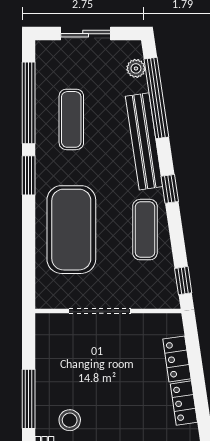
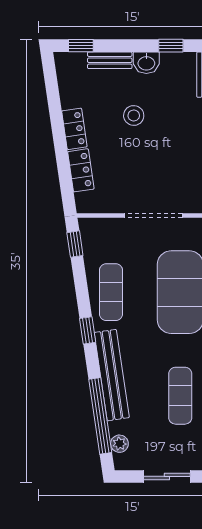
stool: (70, 420) -> (134, 115), moved

